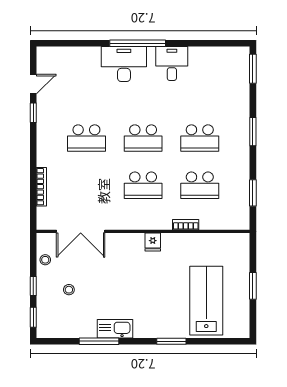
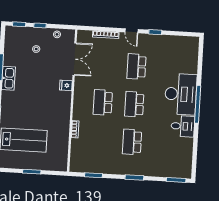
desk: (124, 64) -> (181, 94), width x1.36, depth x1.30
door: (33, 84) -> (132, 31), moved
school desk: (200, 185) -> (101, 140), removed
double door: (81, 231) -> (75, 59), swing flipped
fridge: (153, 242) -> (66, 85), moved

